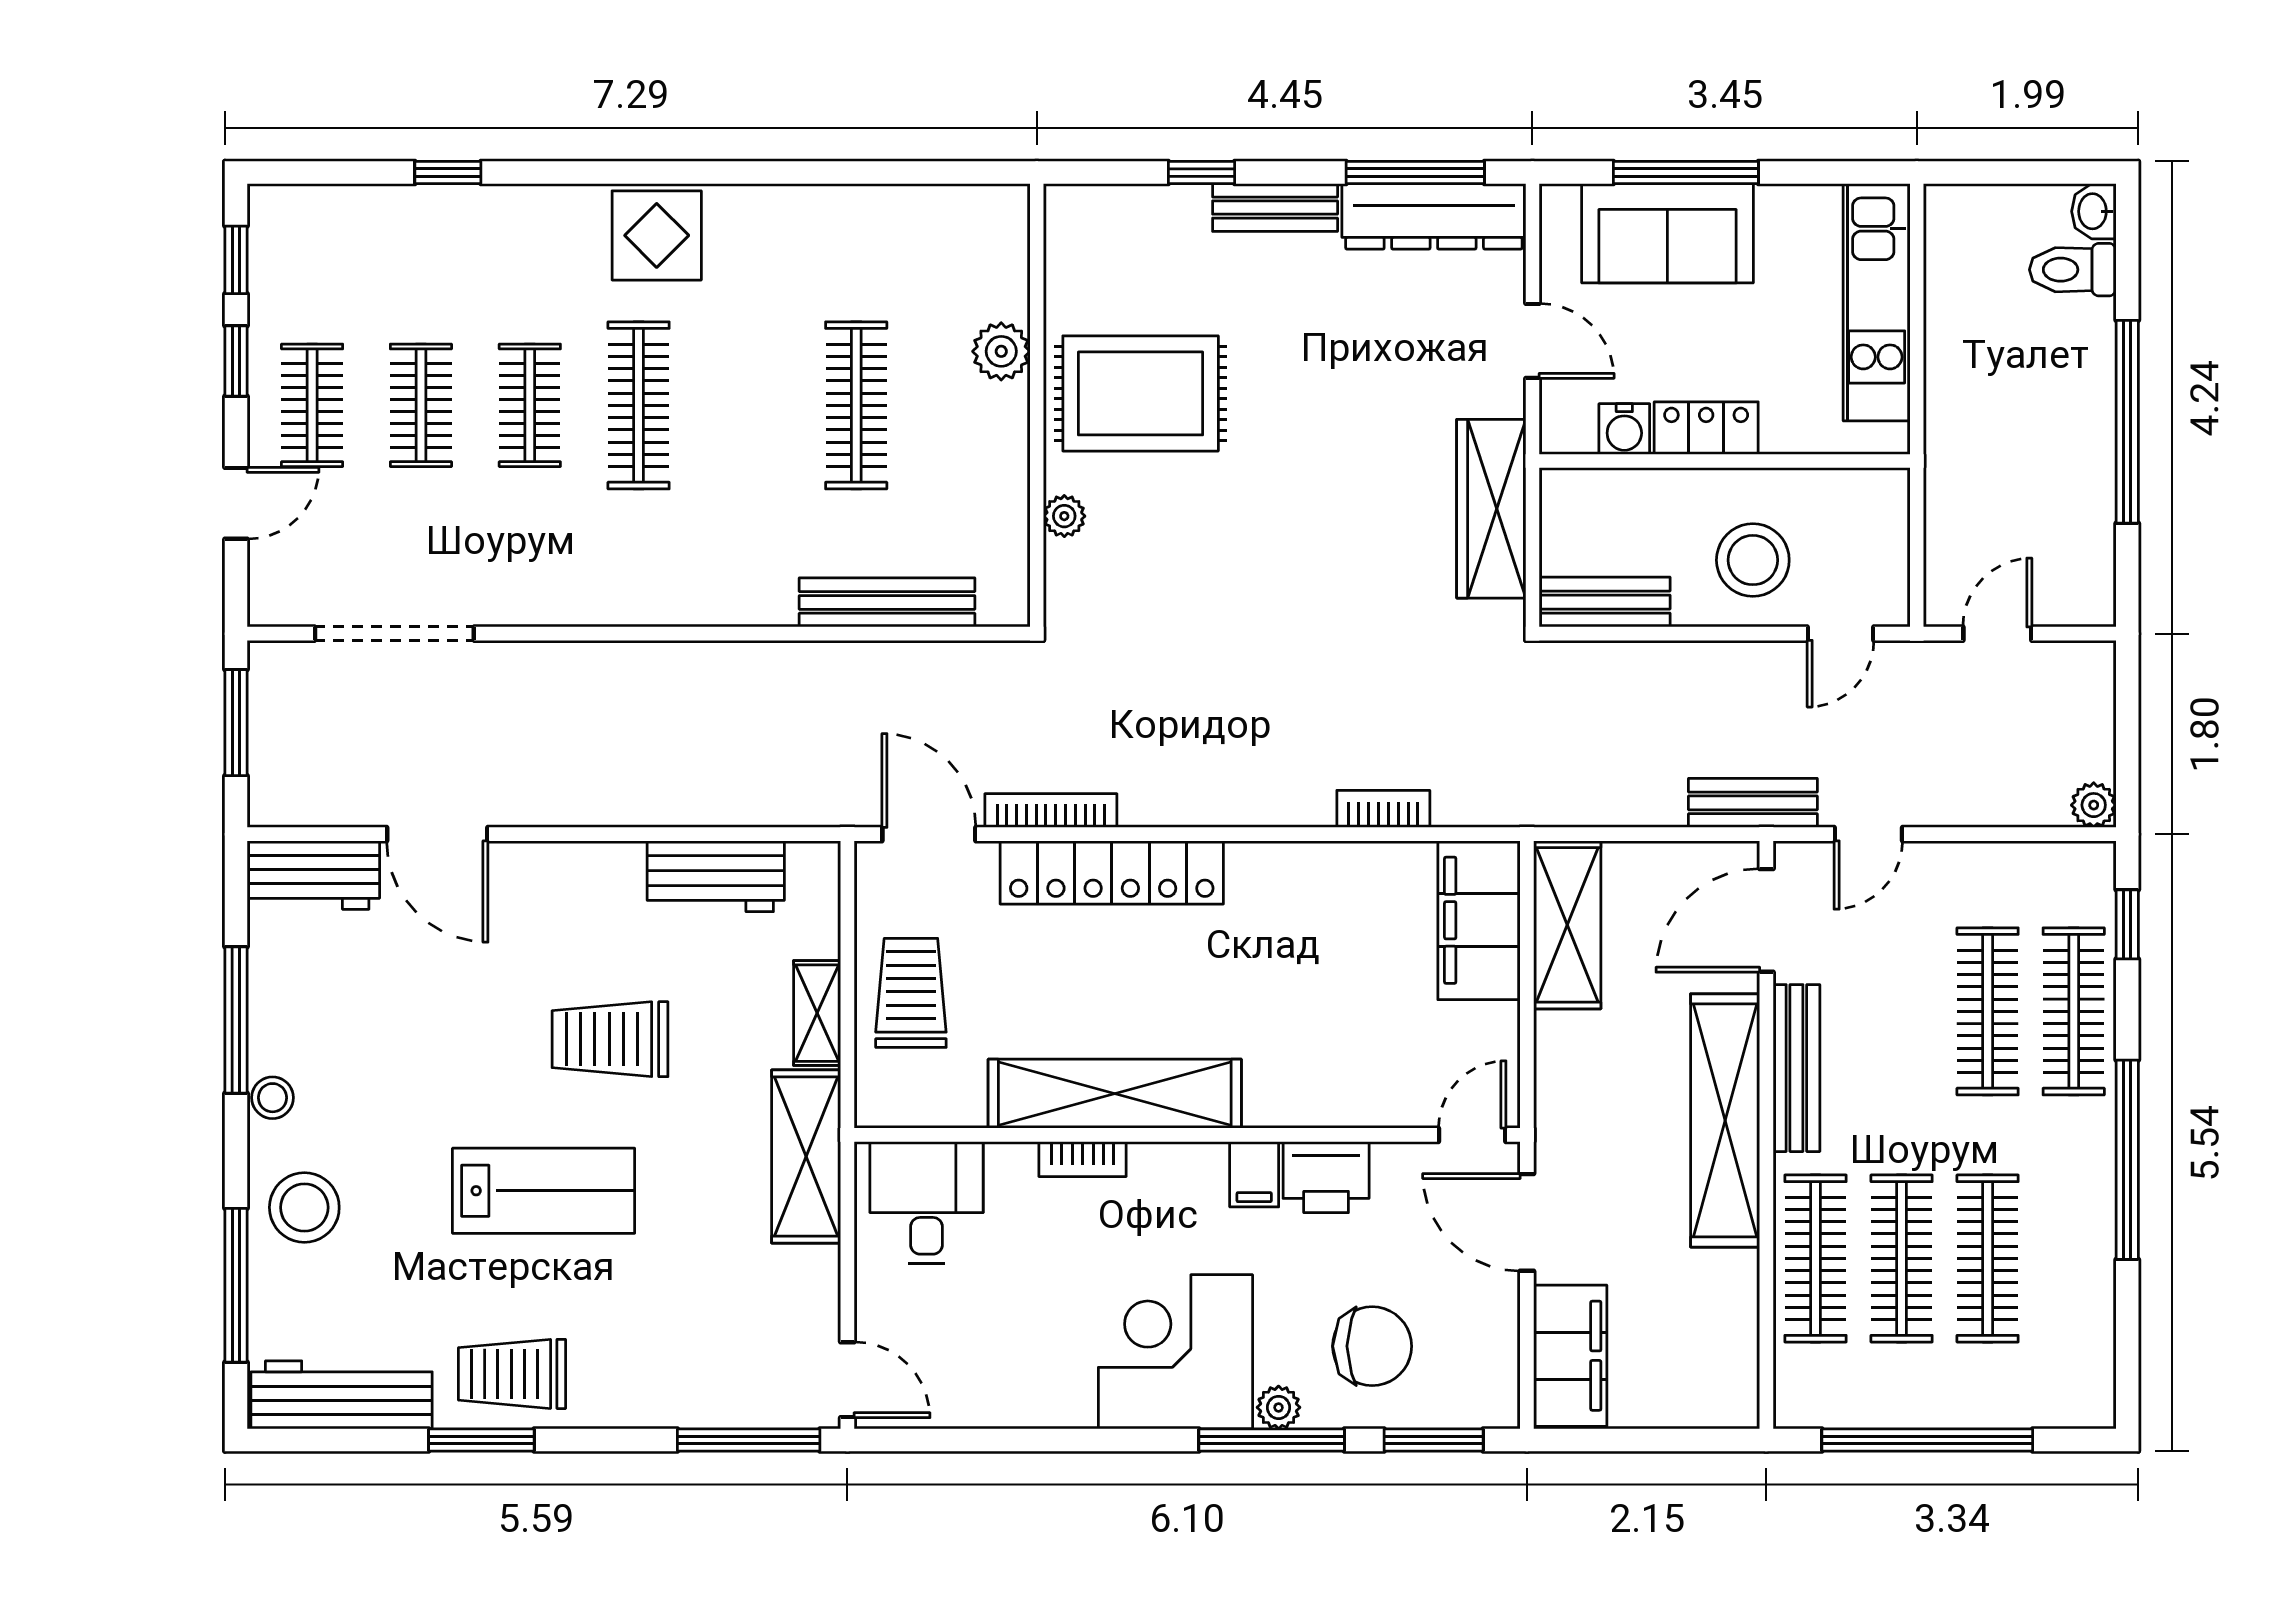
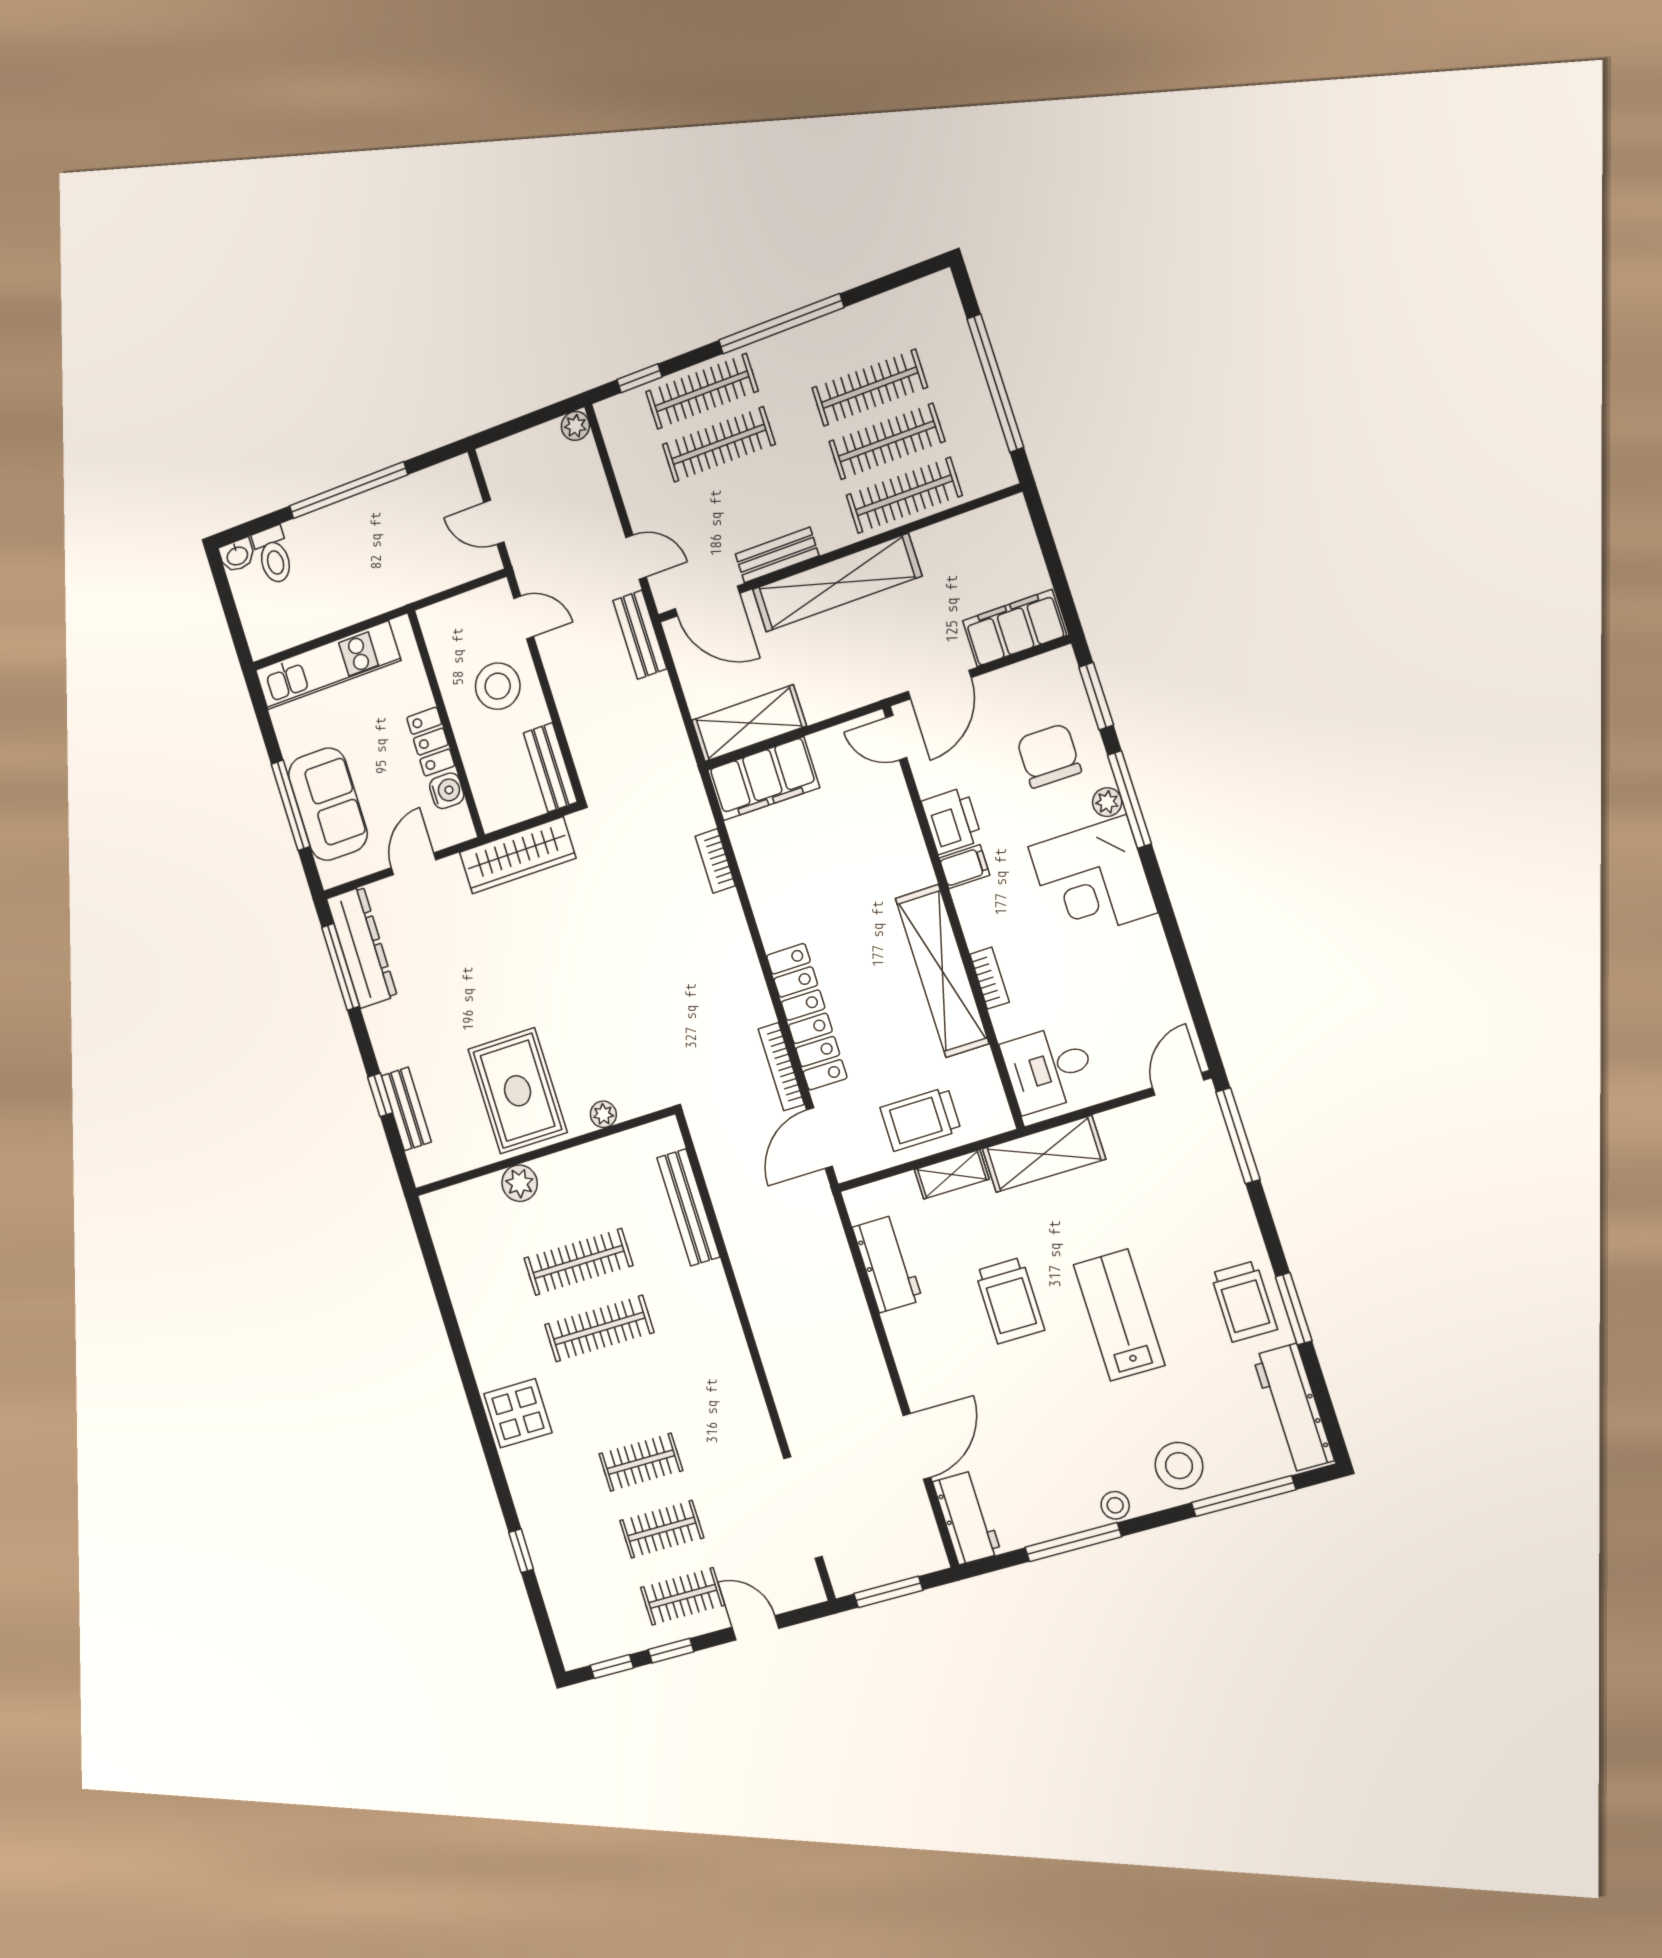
bench: (1275, 208) -> (406, 1109), moved
clothes rail: (639, 405) -> (599, 1329), moved
bench: (1796, 1068) -> (777, 555), width x0.73

